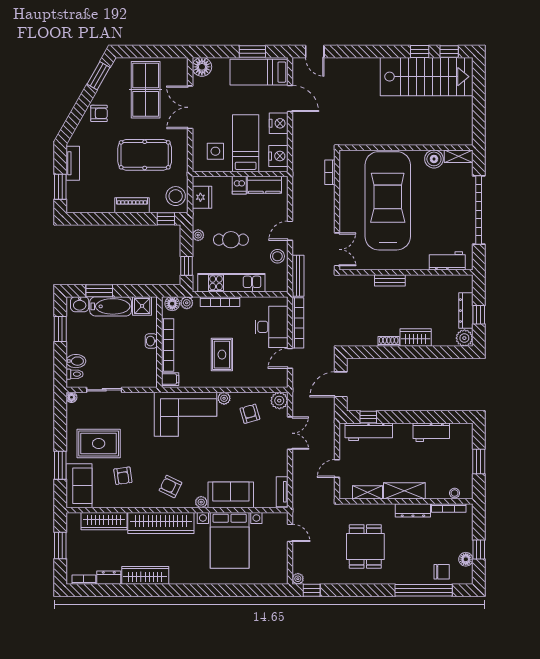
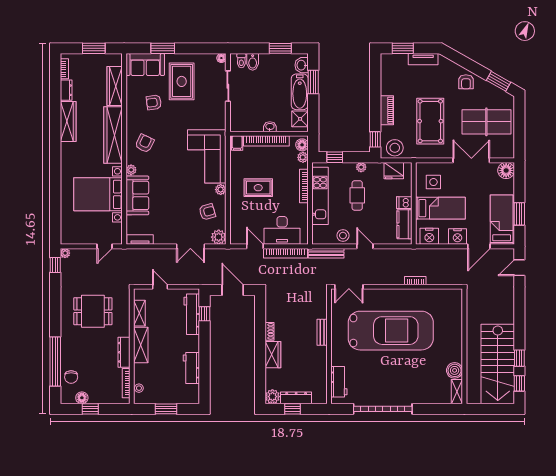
wall: (406, 148) -> (464, 346), moved
shelving: (459, 156) -> (457, 392), moved
boiler: (434, 159) -> (455, 370), moved

